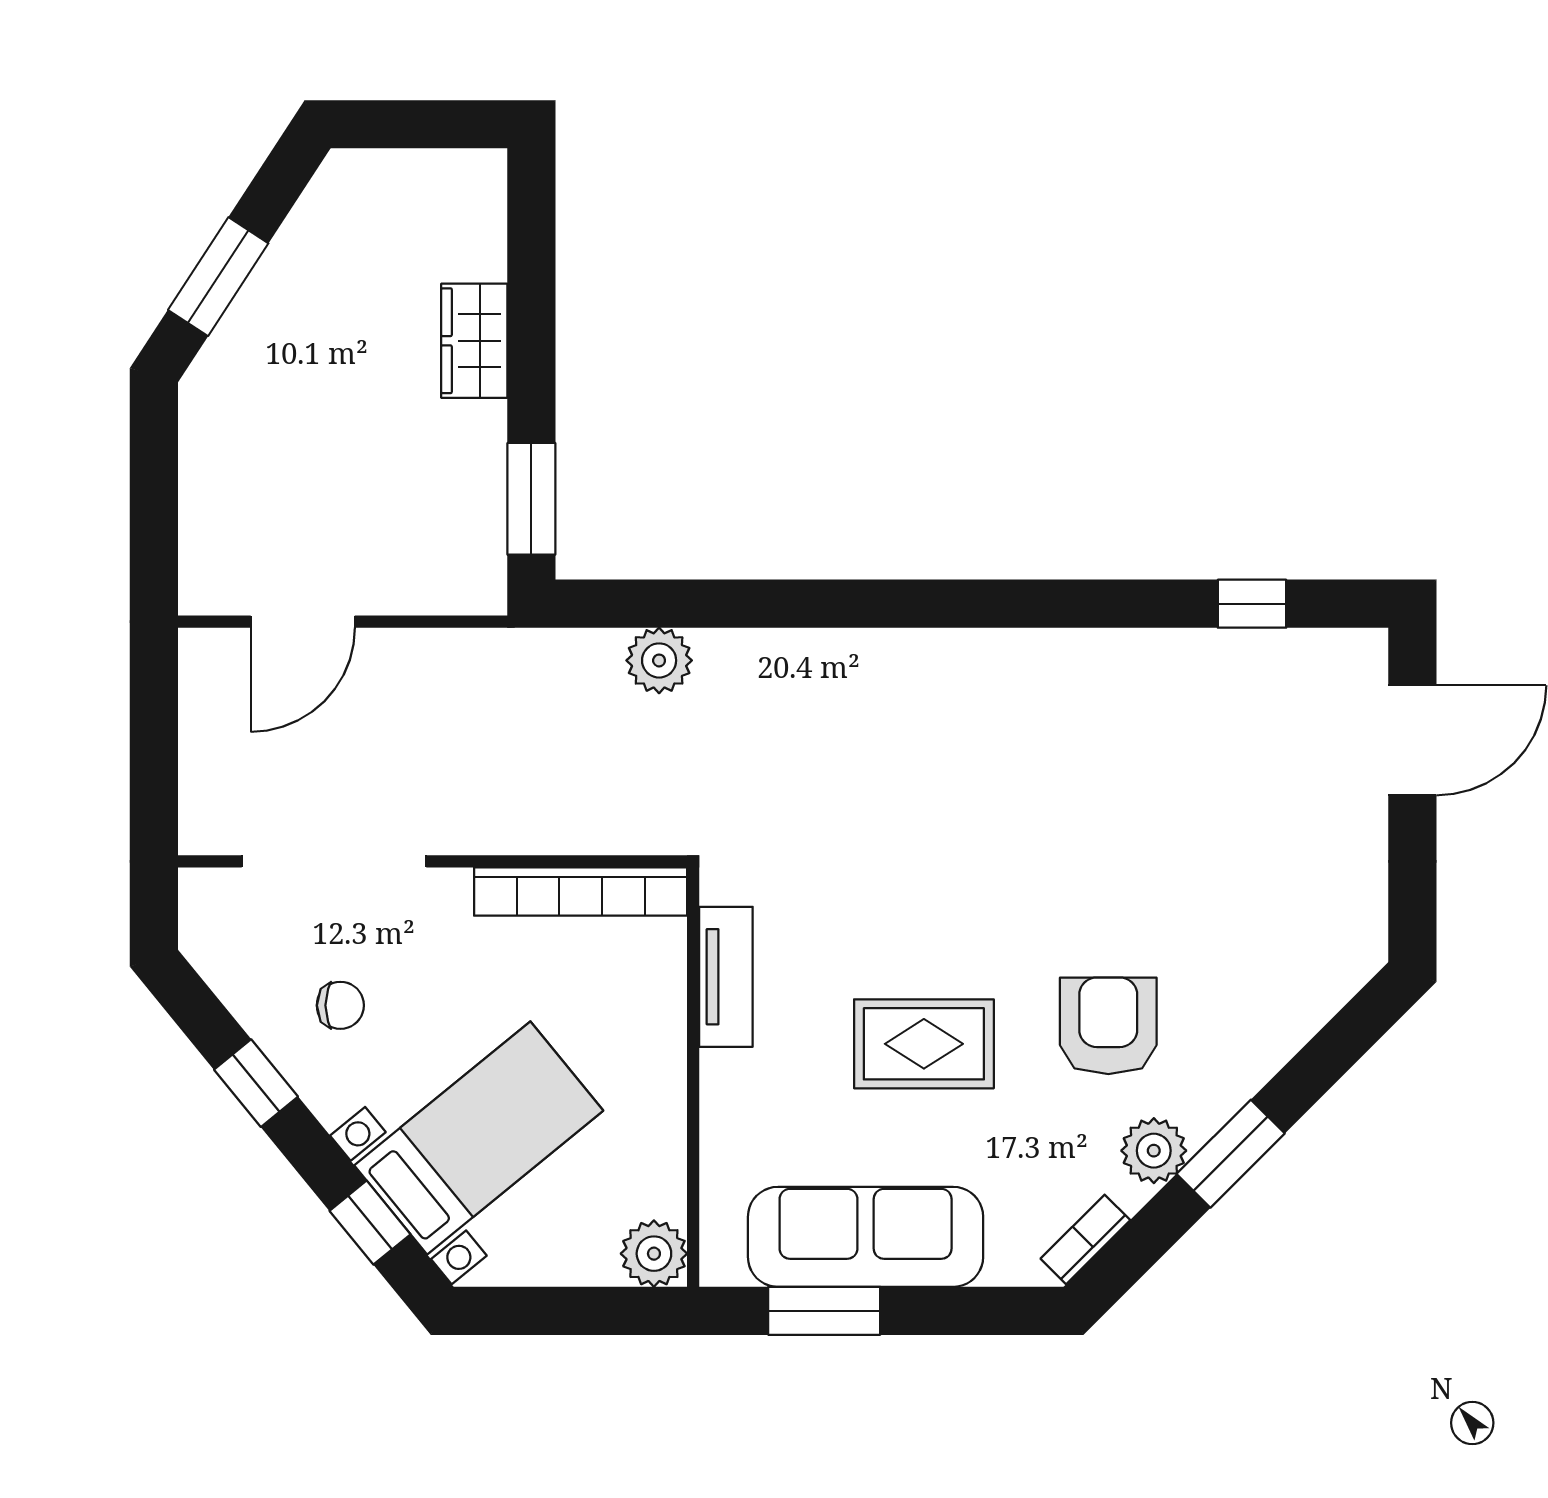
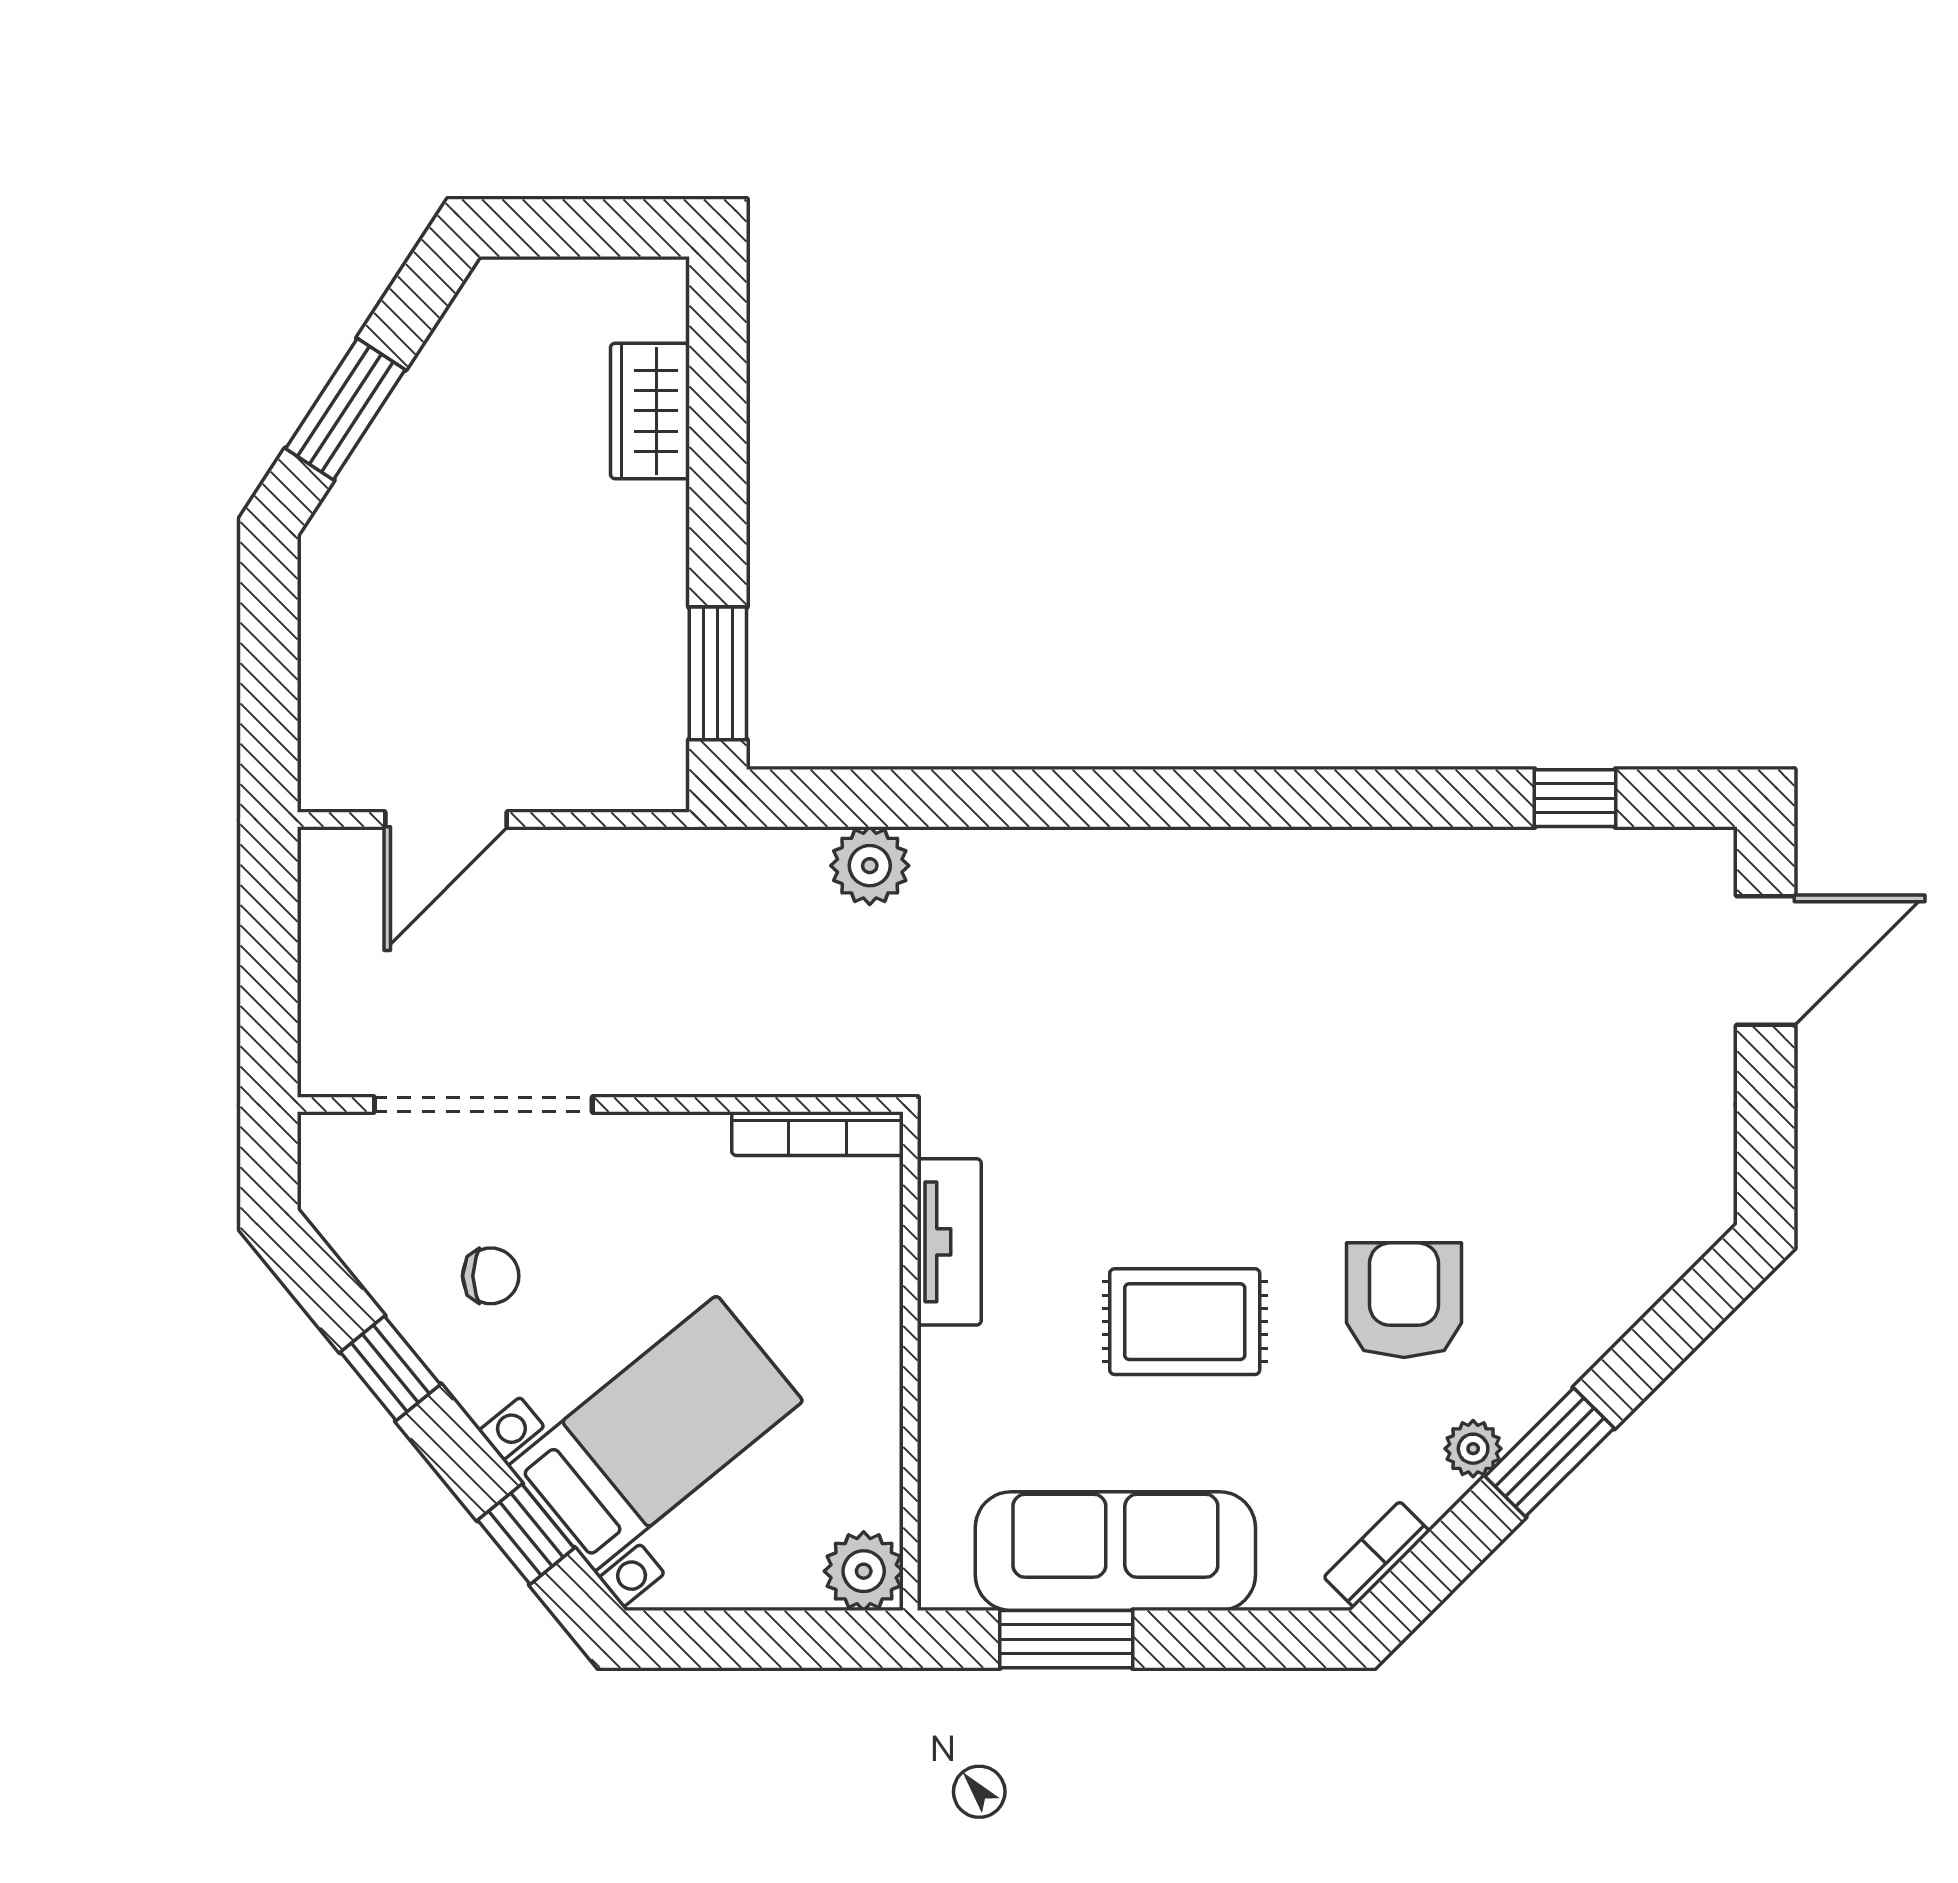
wardrobe: (474, 341) -> (650, 411), moved
bookcase: (581, 892) -> (818, 1134), width x0.68, depth x0.76
plant: (1154, 1151) -> (1473, 1449), width x0.73, depth x0.73

